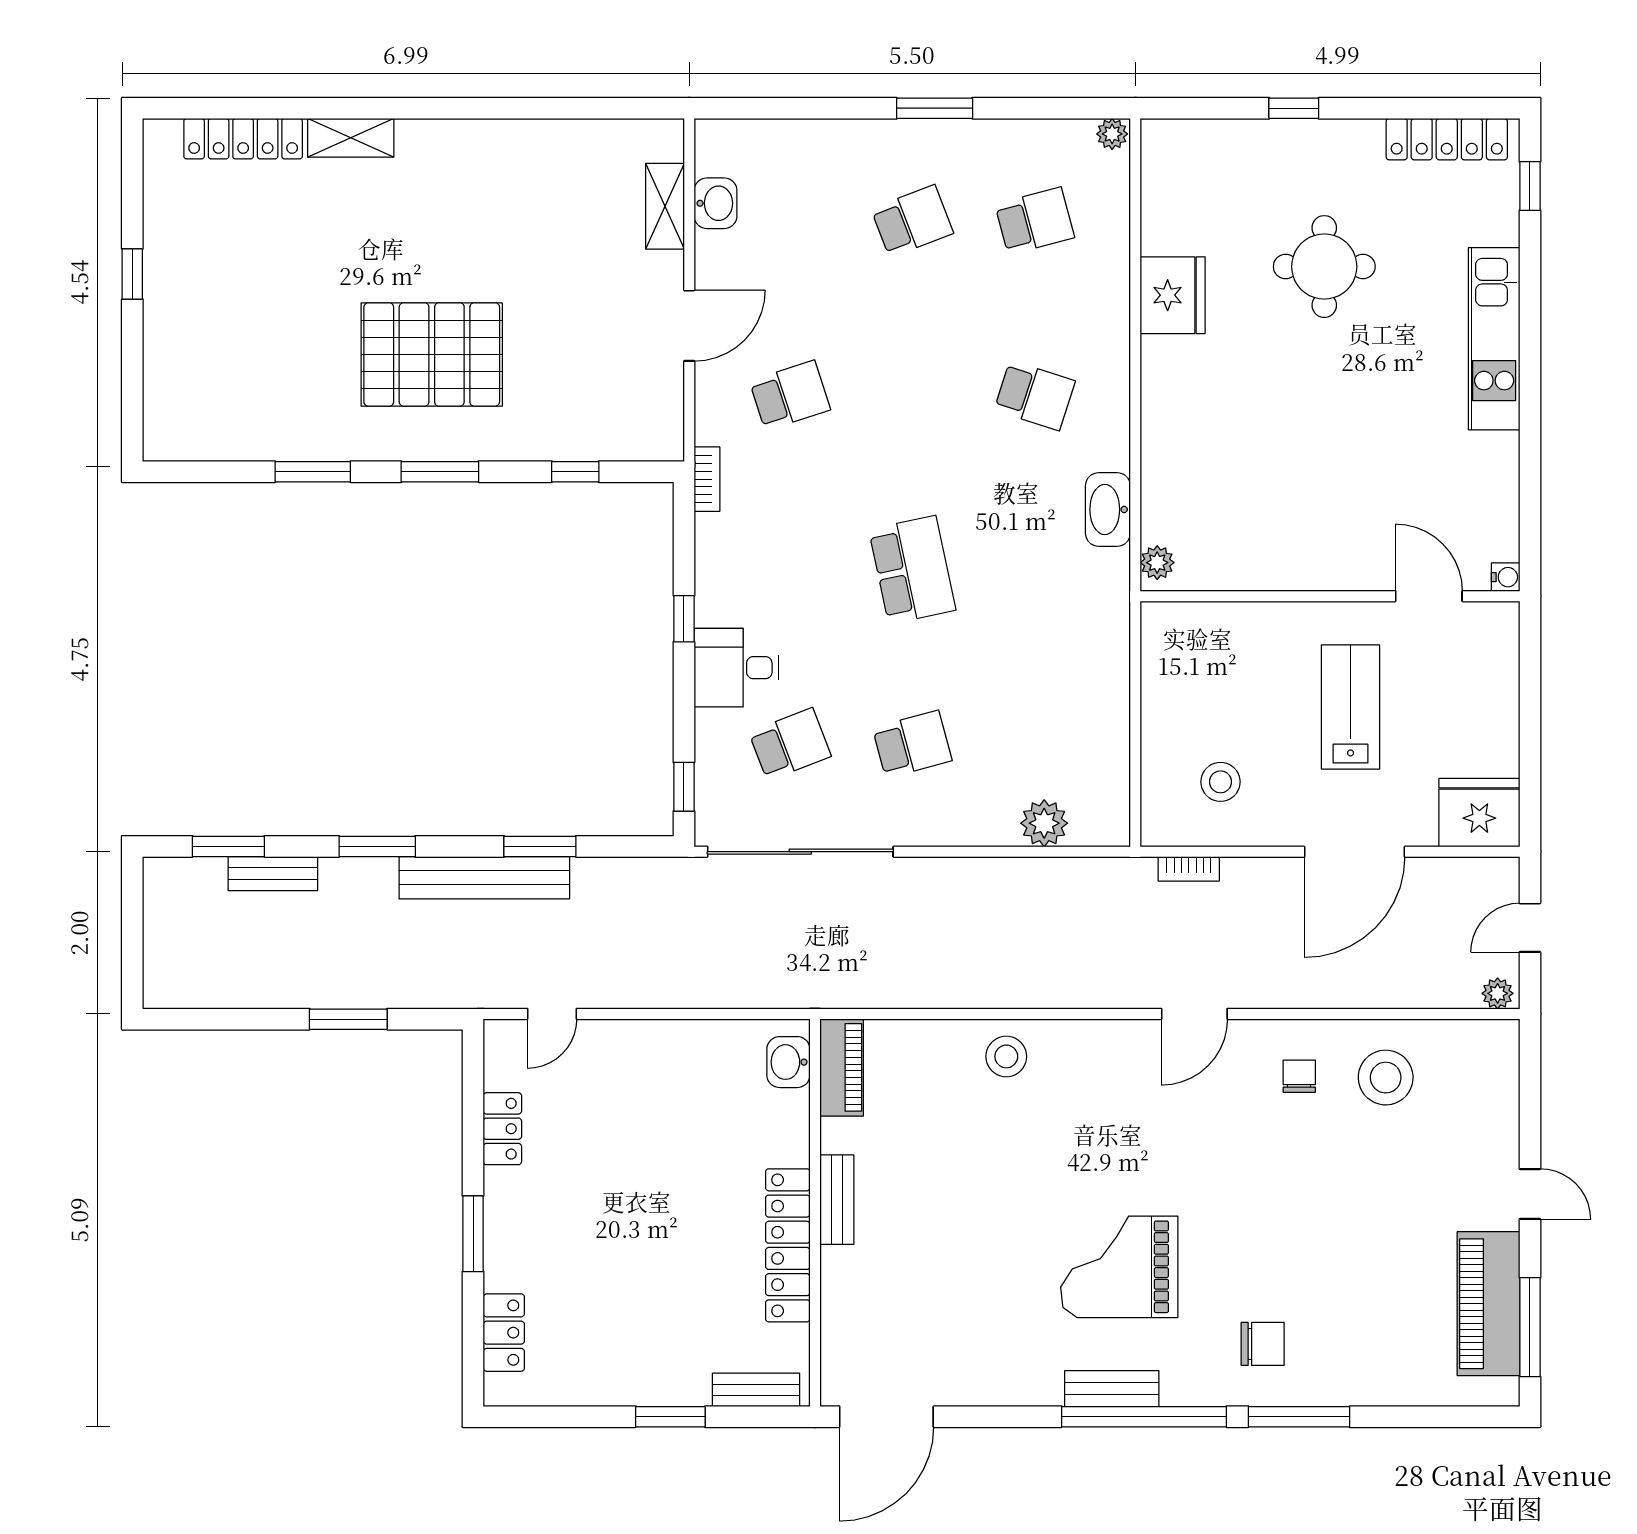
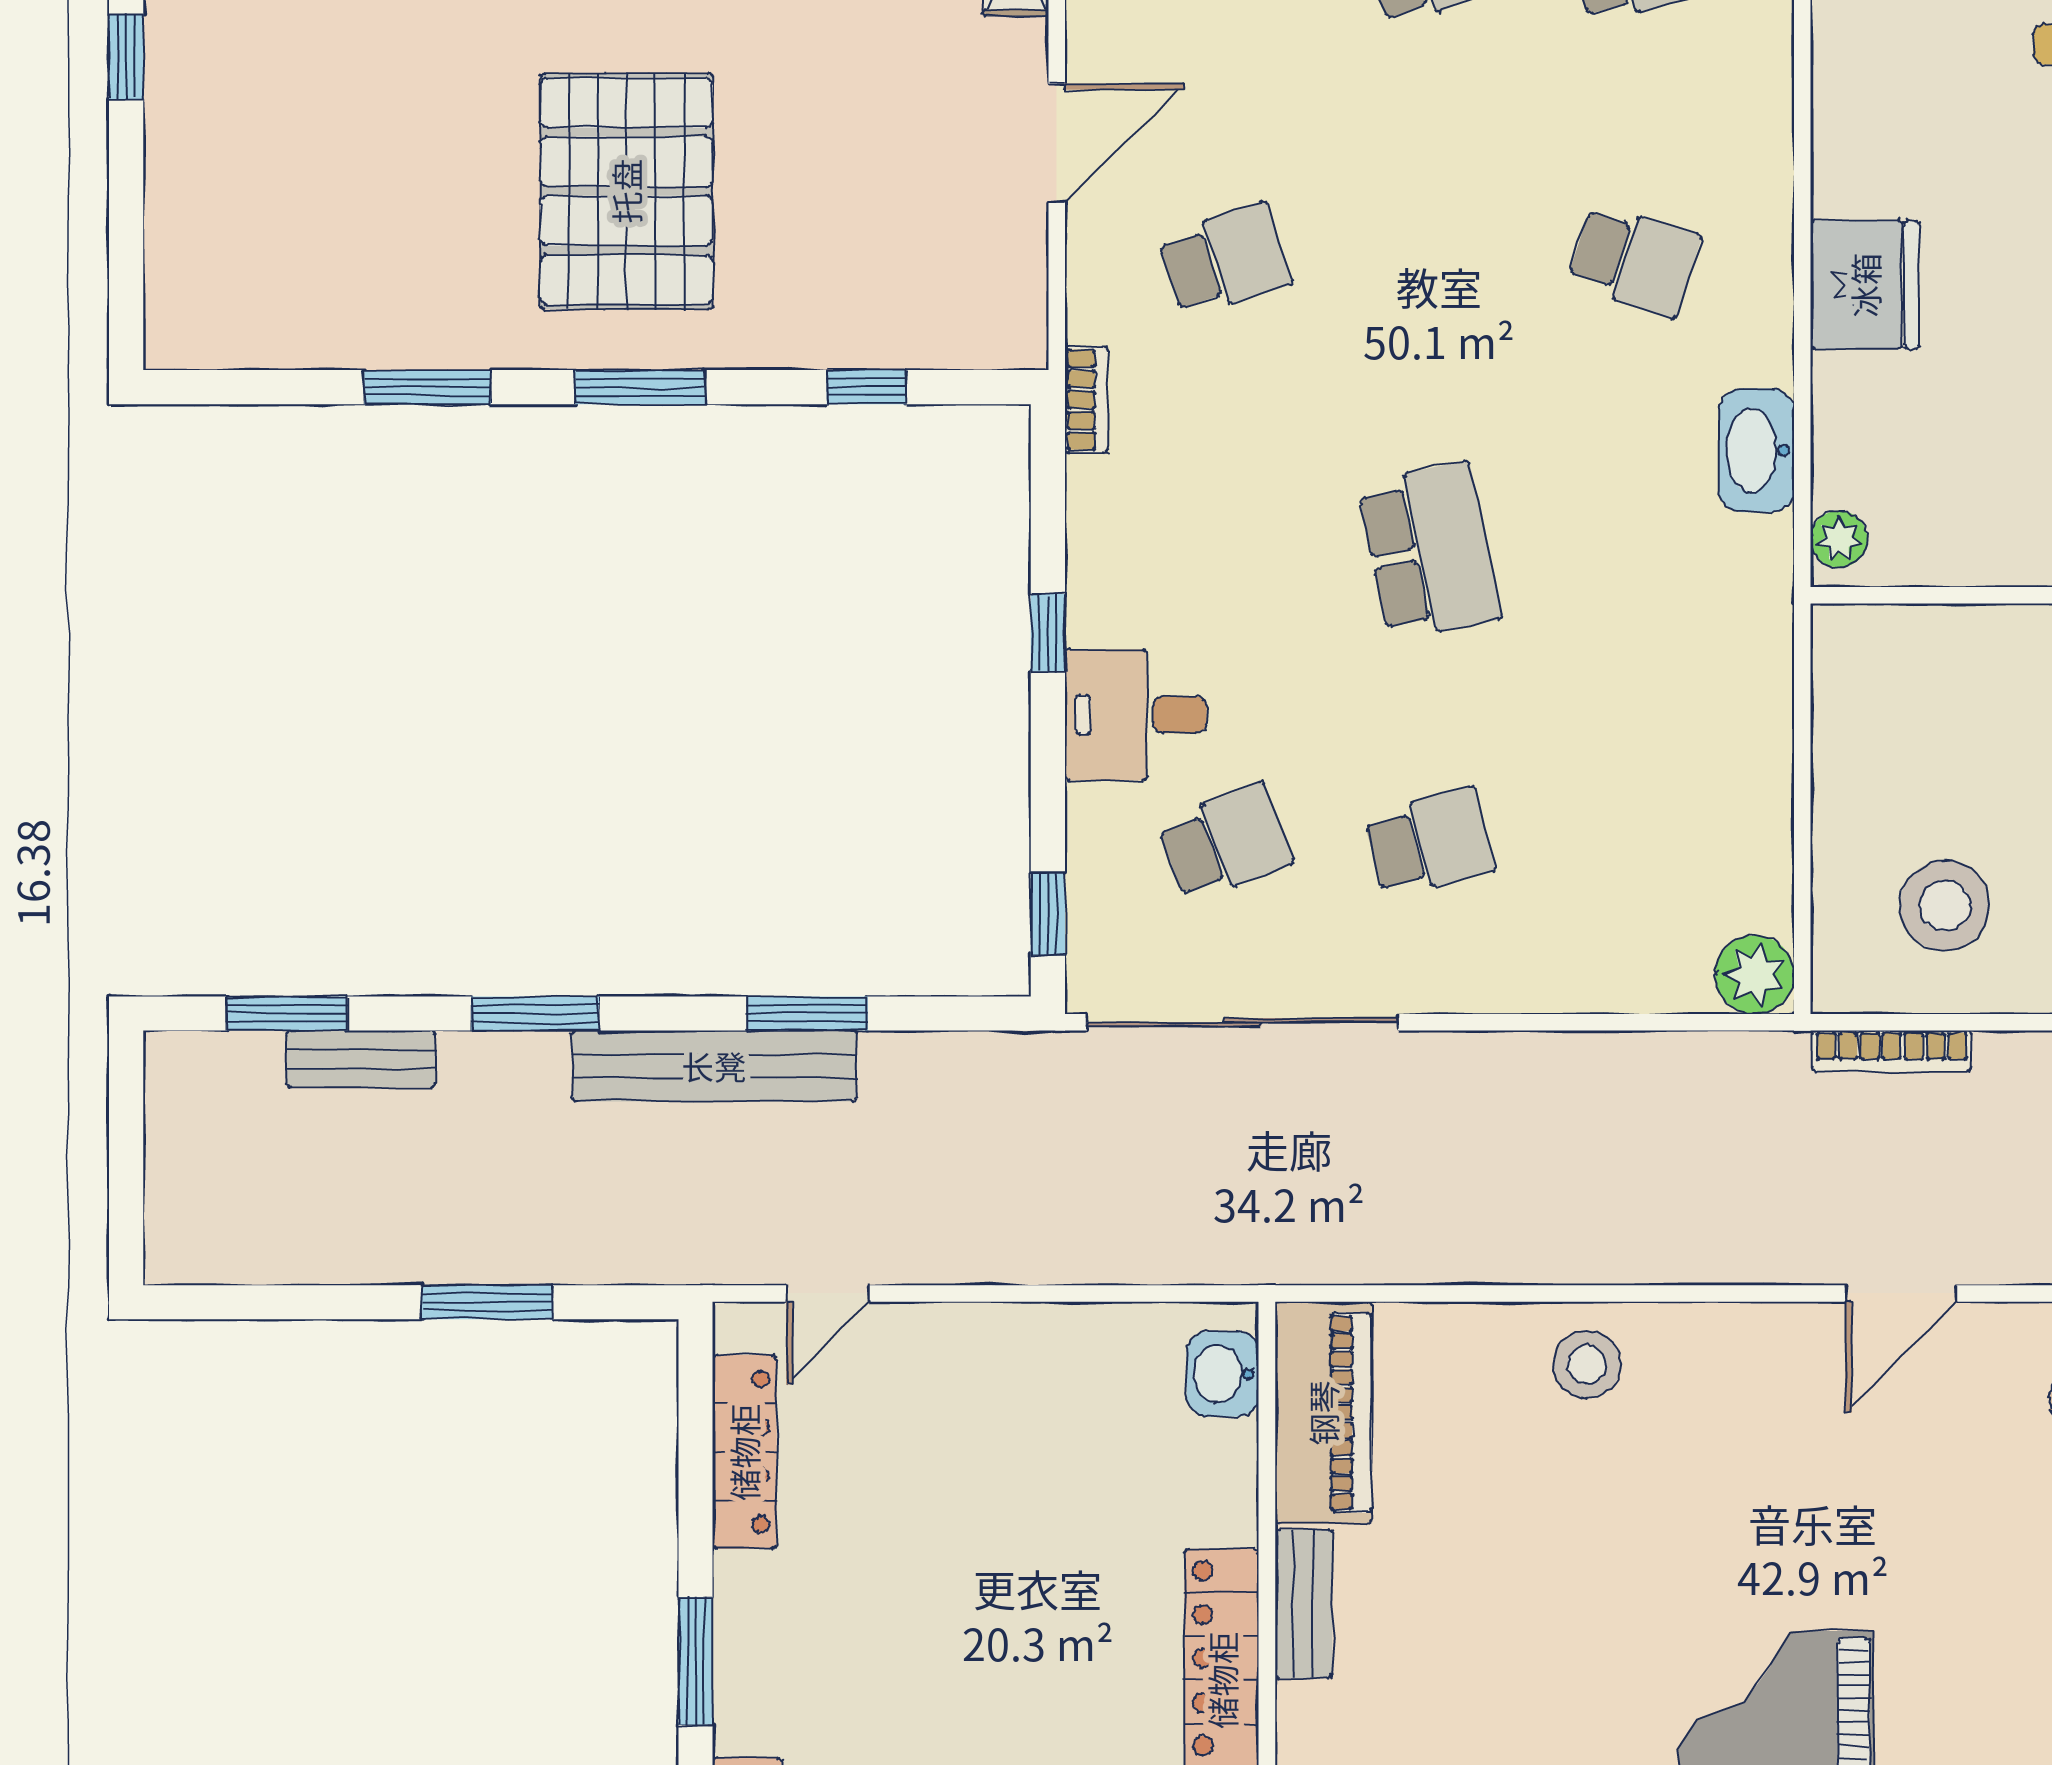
fridge: (1173, 295) -> (1865, 285), moved
pallet: (432, 354) -> (626, 191), turned 90
stool: (1220, 782) -> (1945, 906), width x1.38, depth x1.38
plant: (1044, 823) -> (1755, 975), moved
bookcase: (1189, 869) -> (1892, 1051), width x1.56
piano: (842, 1067) -> (1323, 1413), width x1.37, depth x1.33
locker: (502, 1129) -> (744, 1452), width x1.53

